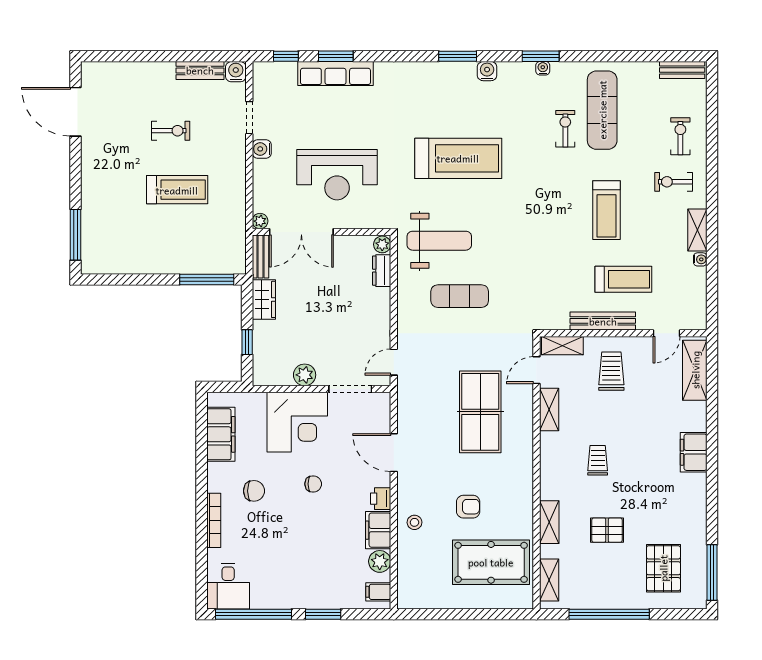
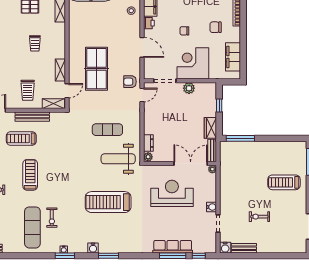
window: (336, 56) -> (173, 256), width x1.44
treadmill: (177, 190) -> (284, 182), moved
armchair: (468, 507) -> (130, 82), moved

